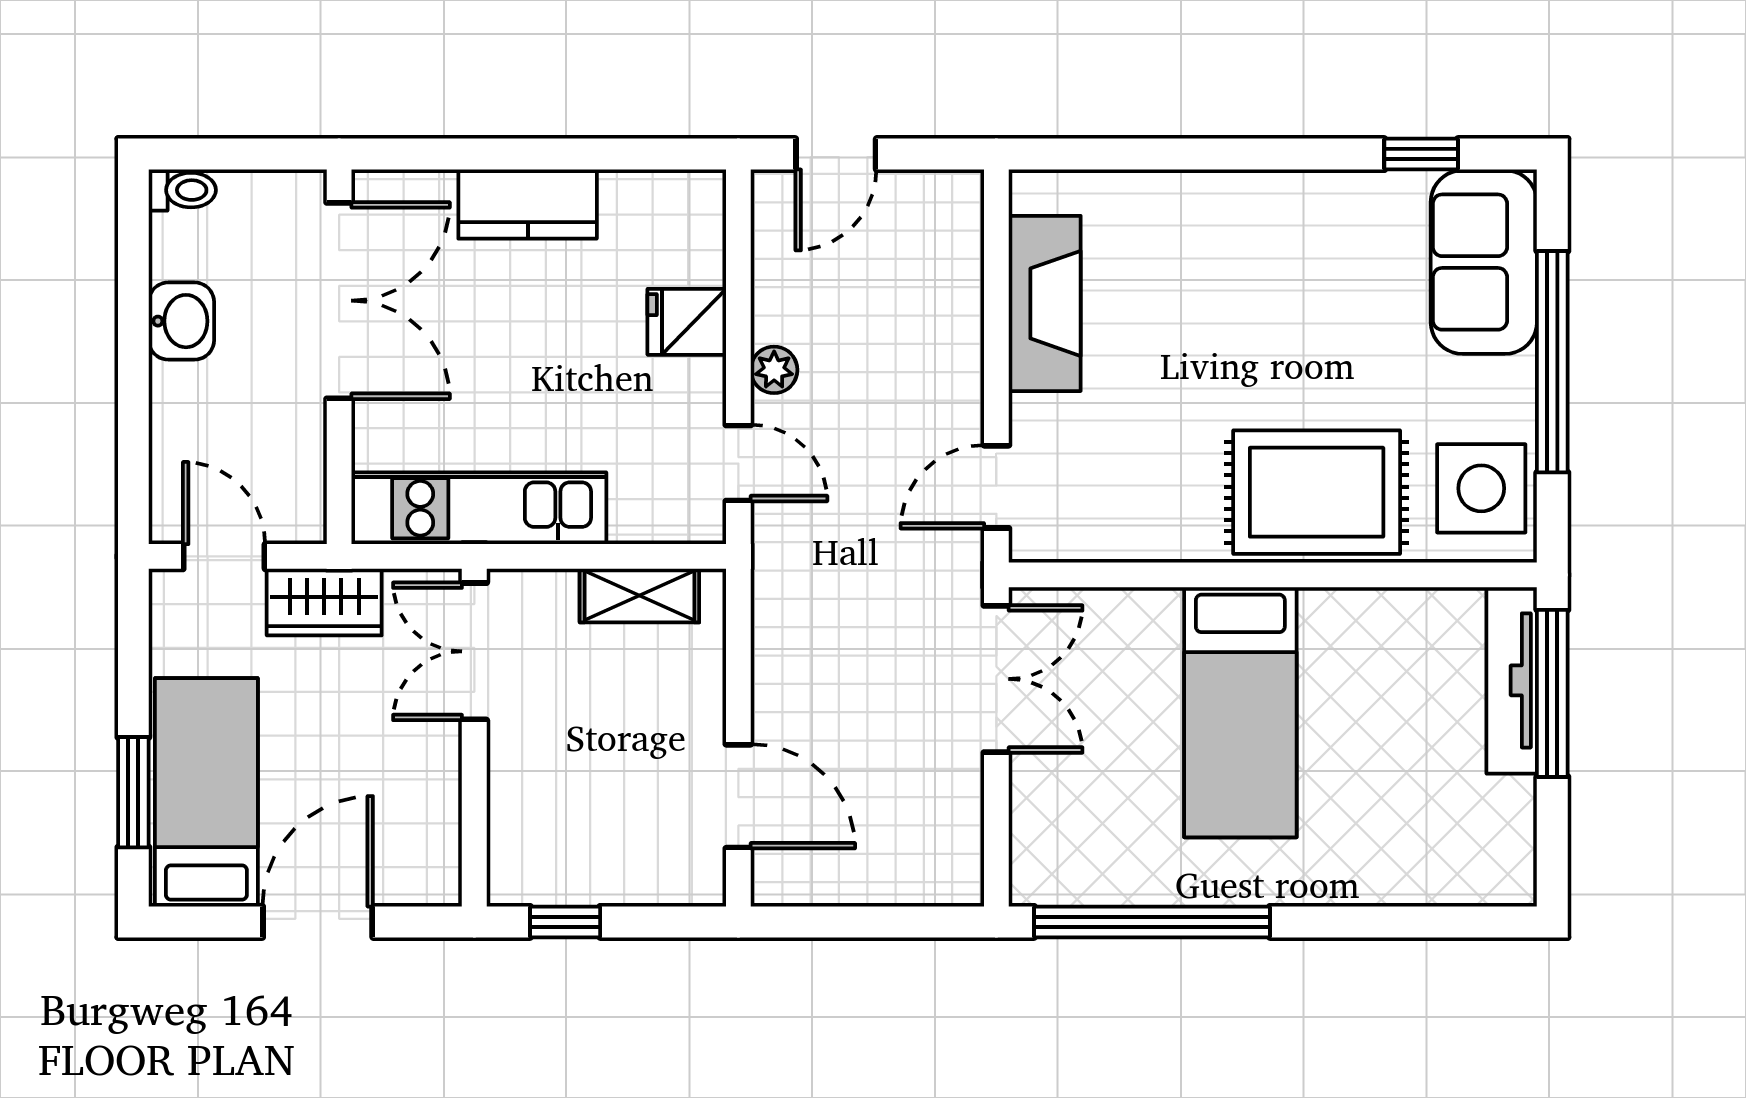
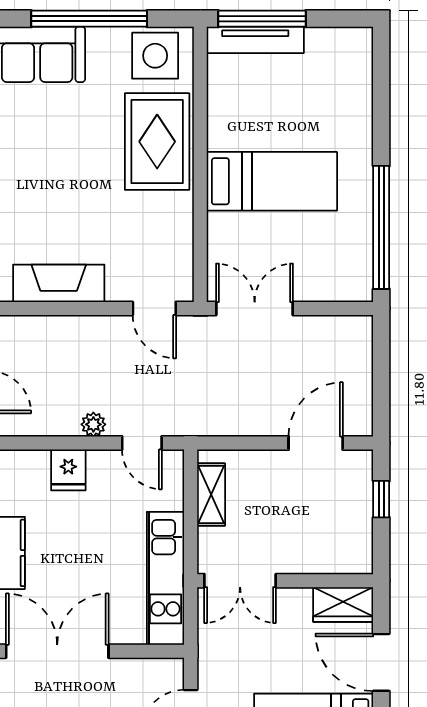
door: (738, 463) -> (142, 443), swing flipped
wardrobe: (324, 602) -> (343, 604), moved, turned 90
window: (565, 922) -> (381, 499), moved

